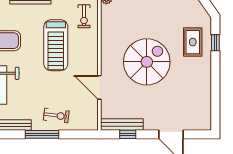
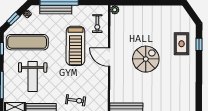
spiral stairs: (147, 62) -> (146, 59), width x0.73, depth x0.73
door: (99, 87) -> (109, 57), moved

